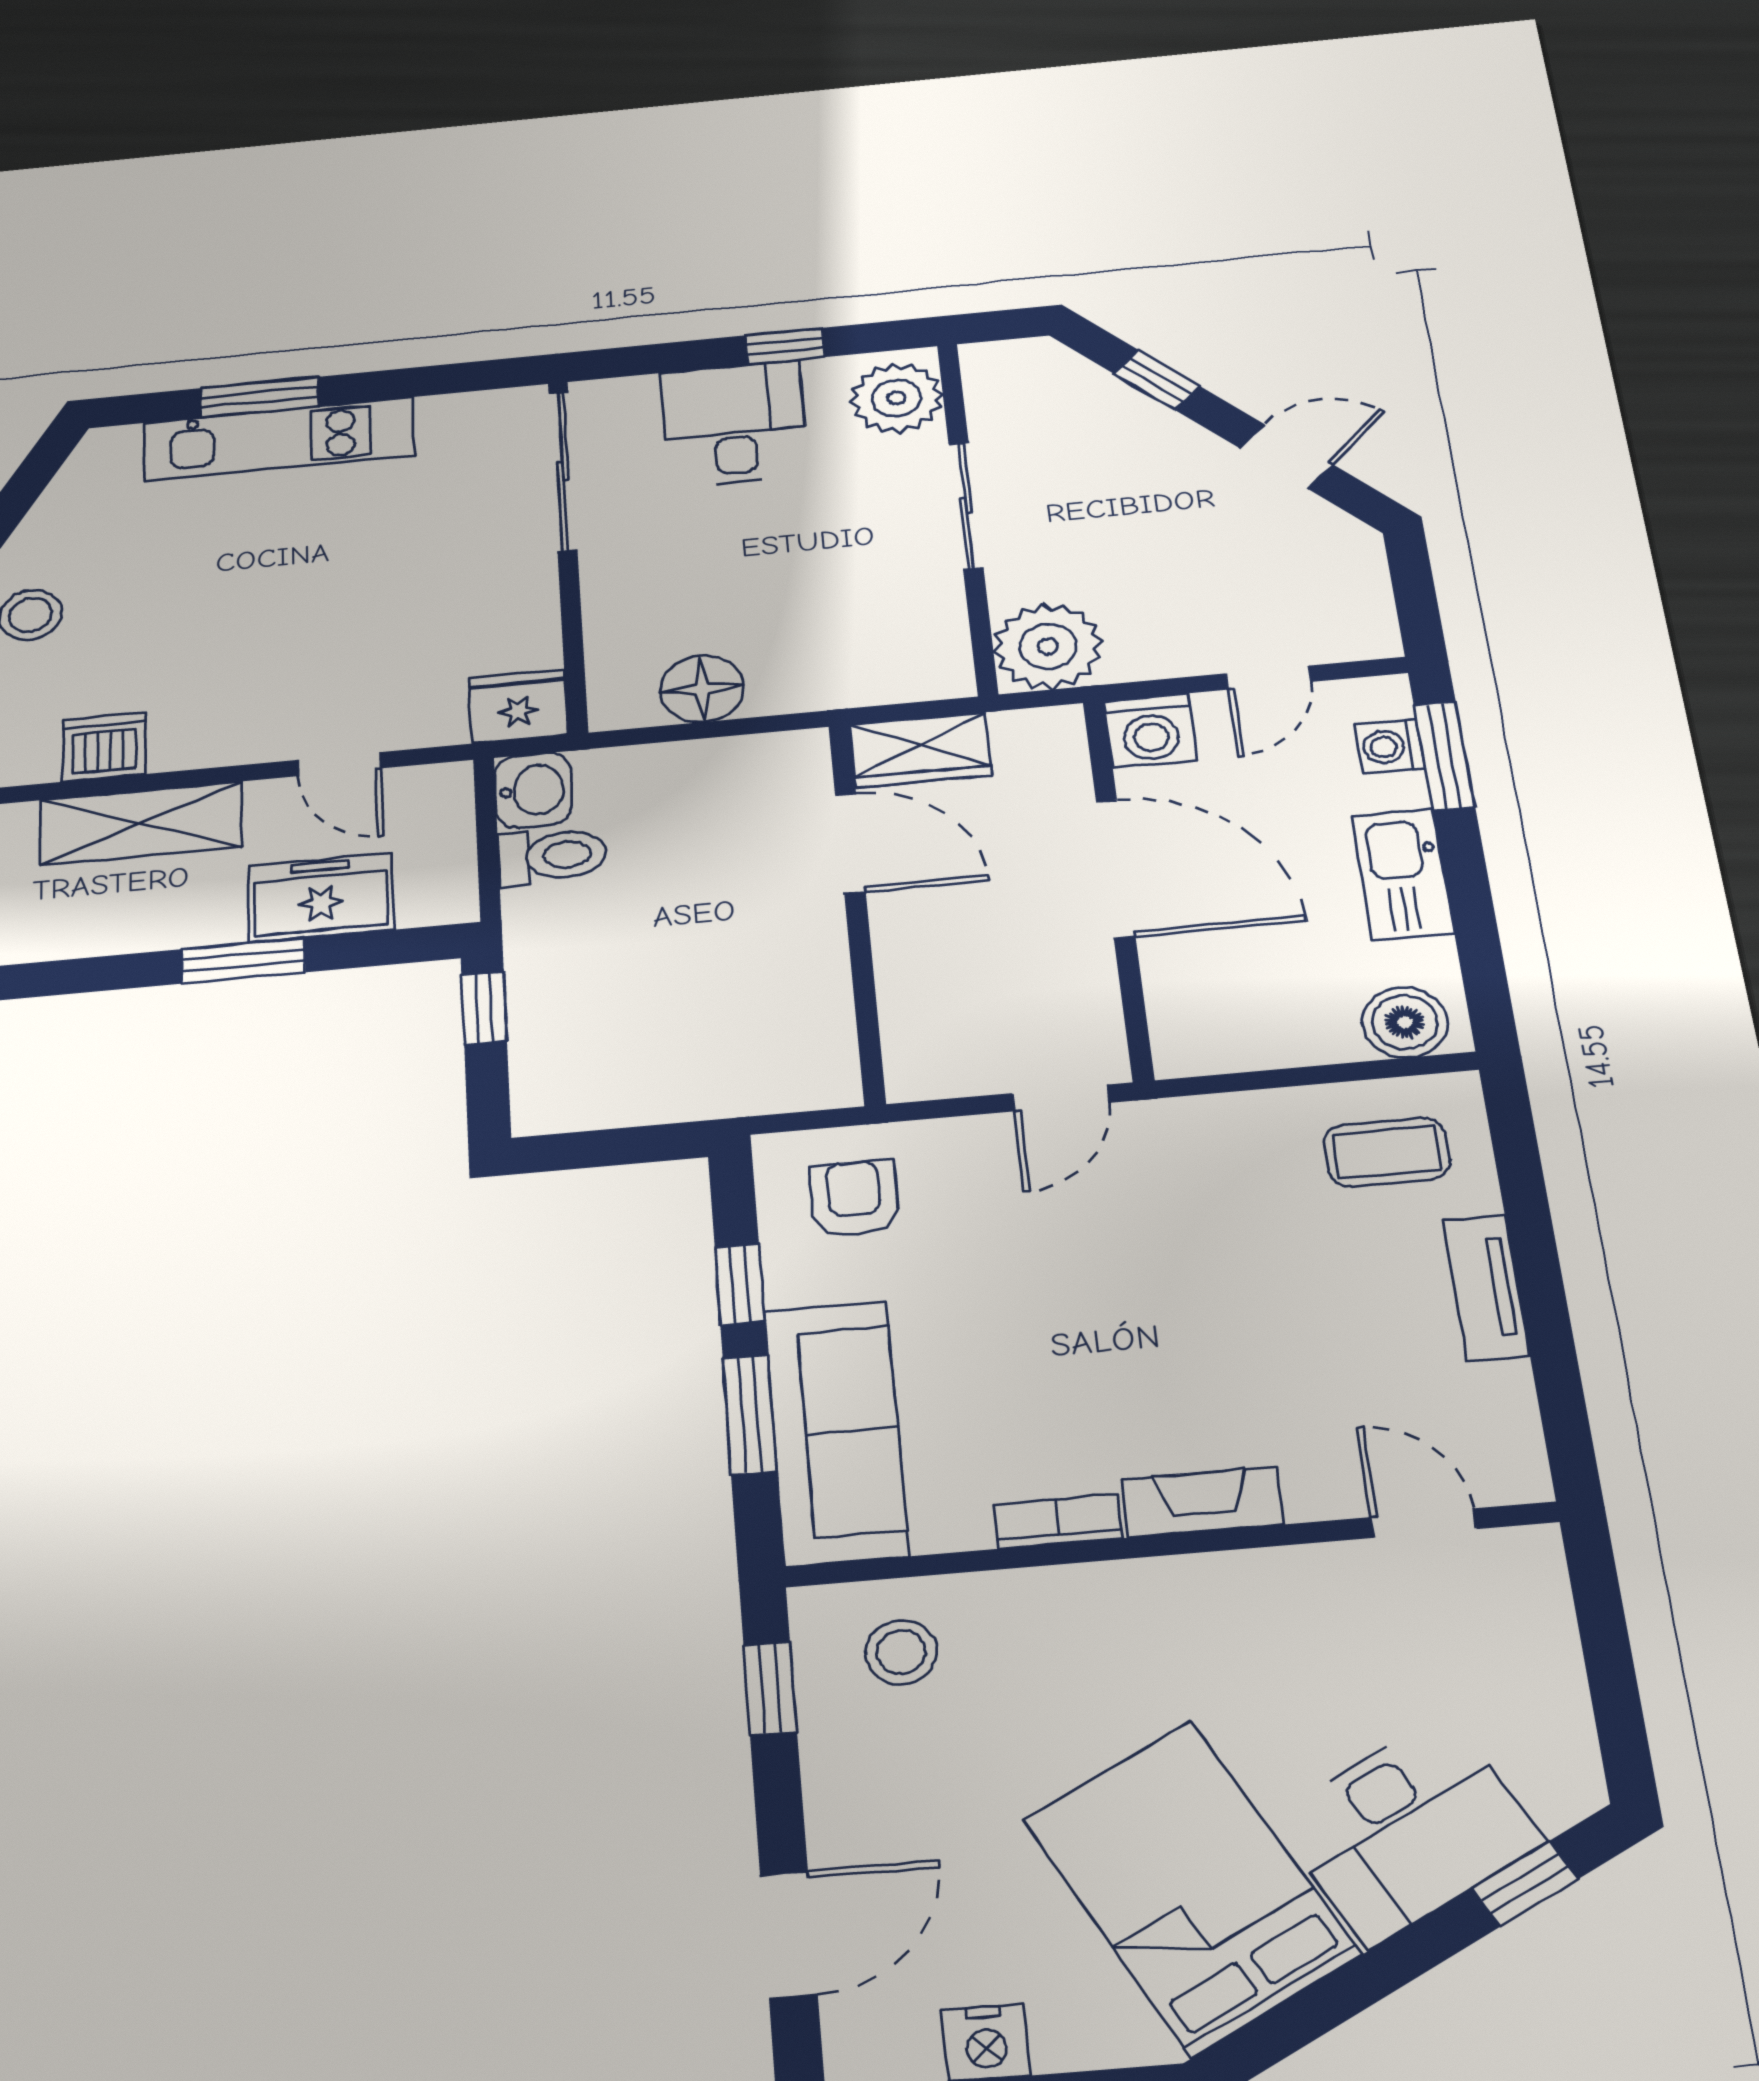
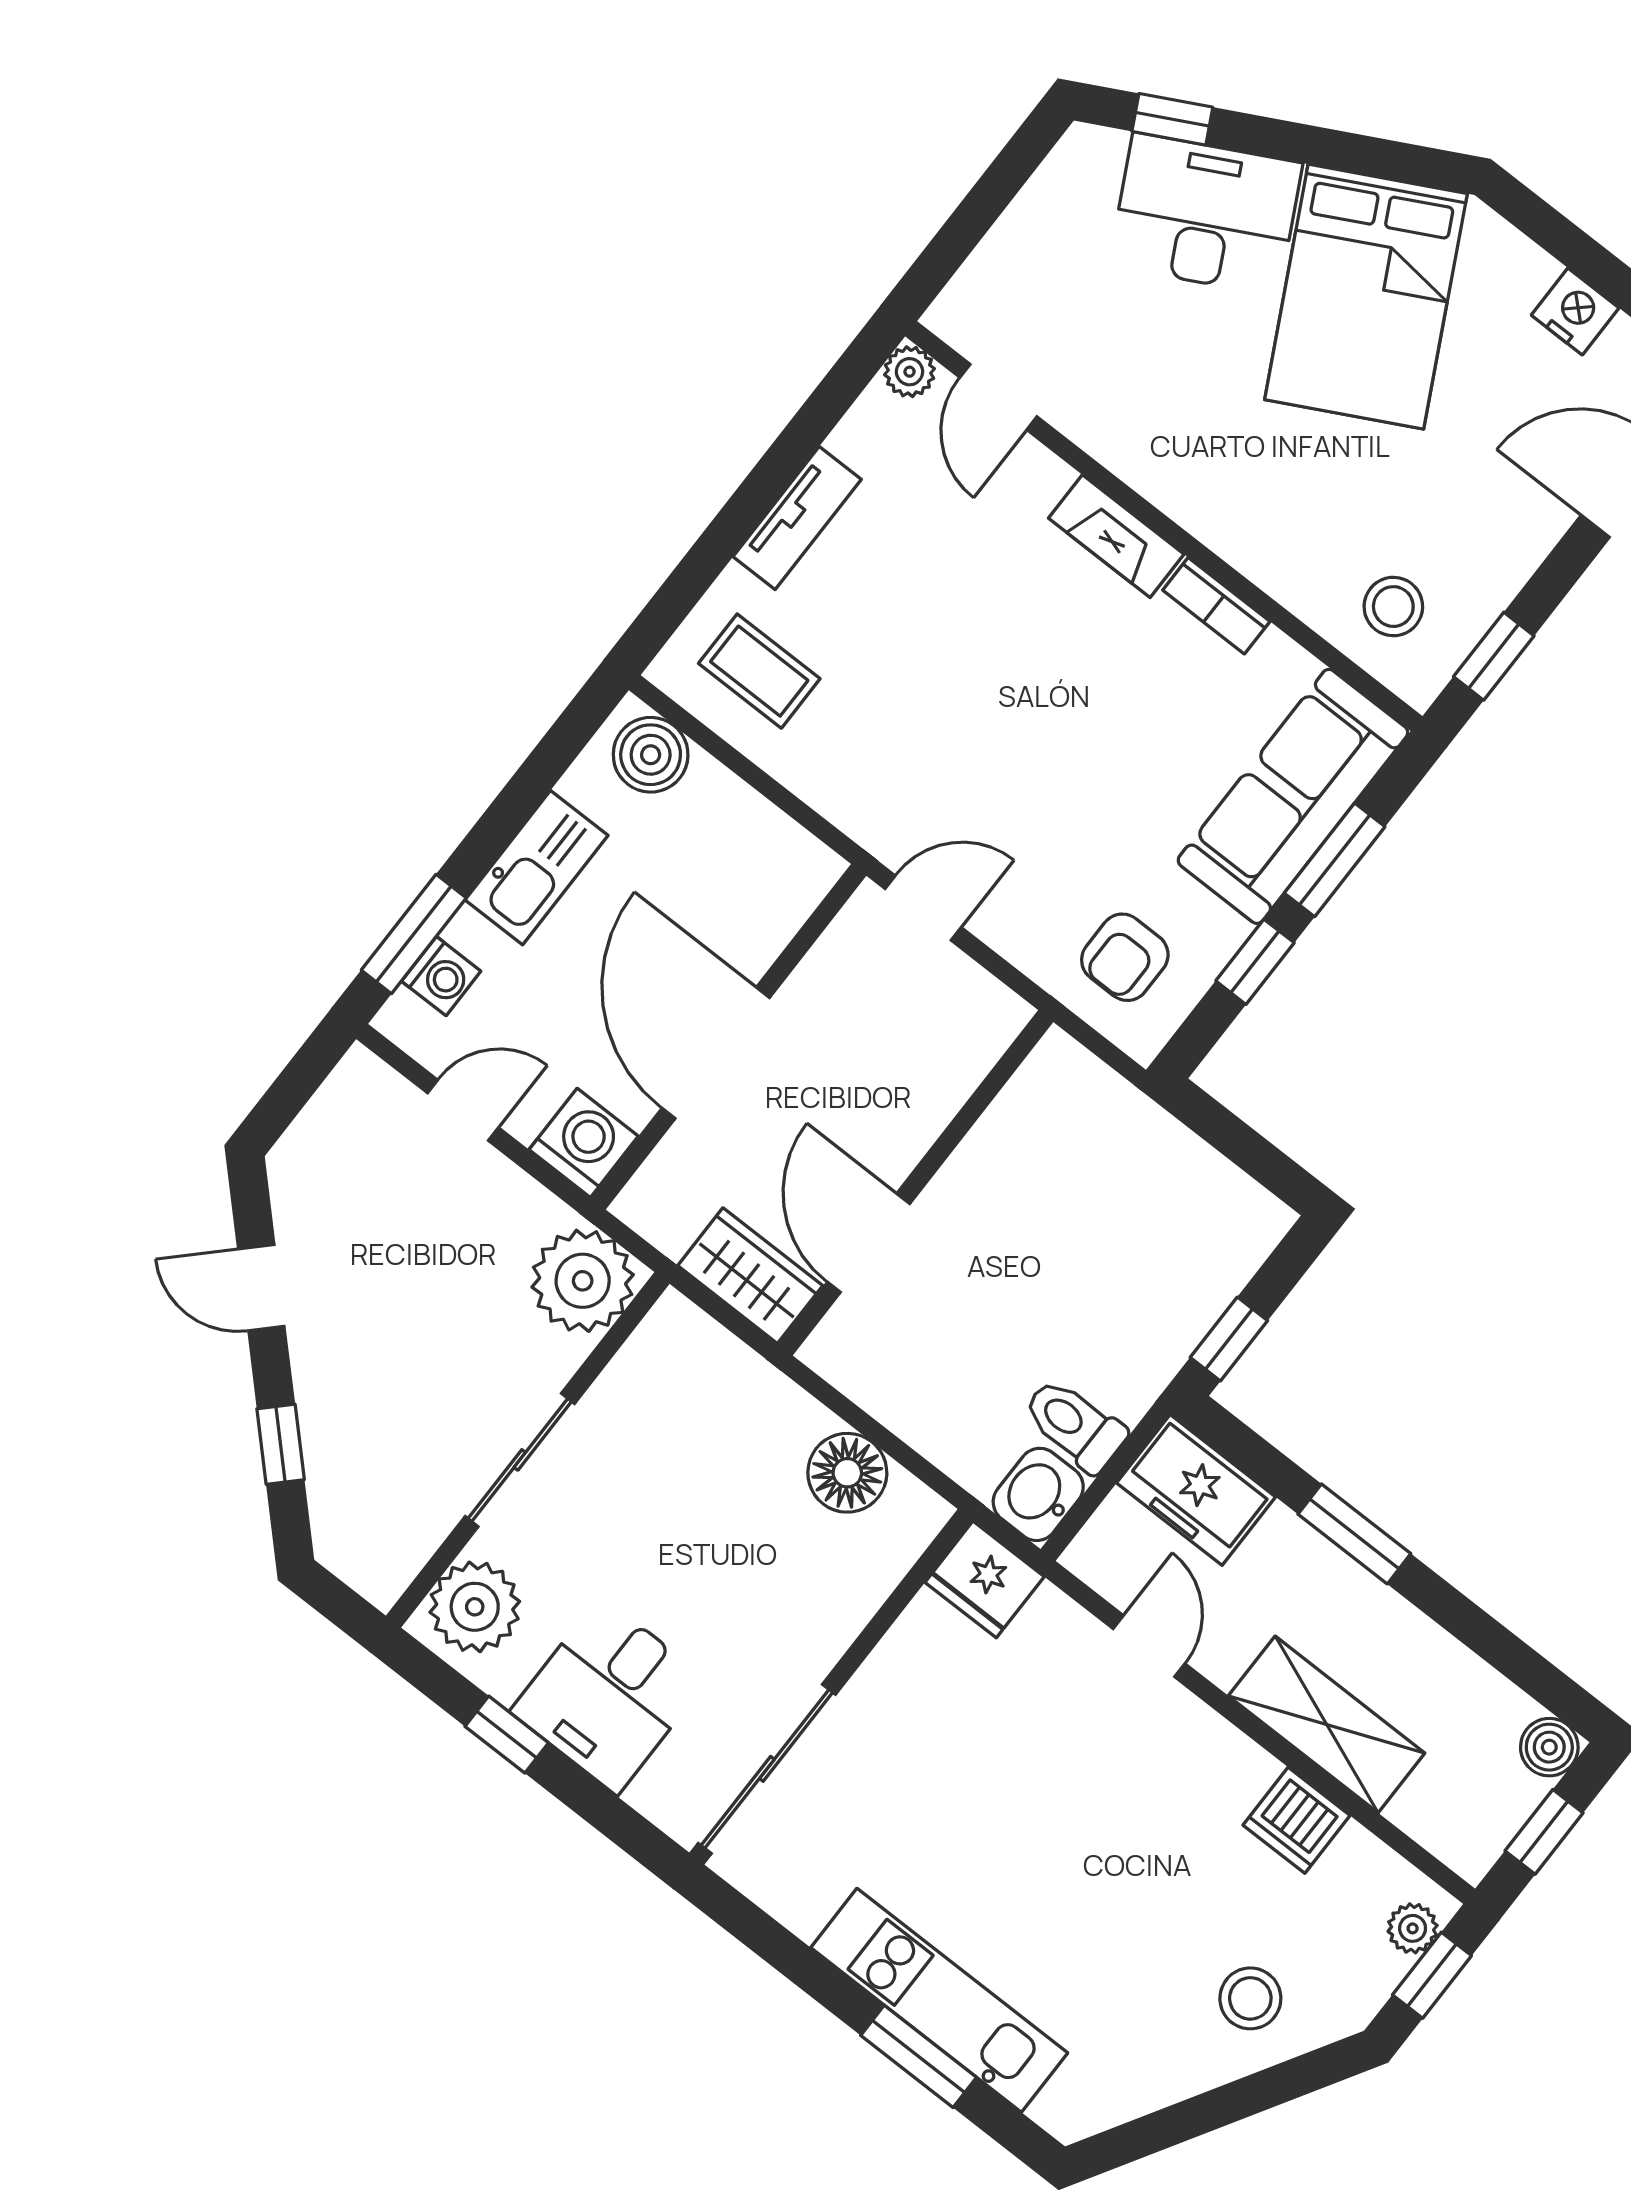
freezer: (321, 898) -> (1196, 1490), moved
plant: (1521, 1477) -> (910, 372), added

